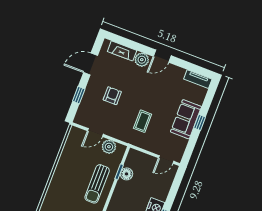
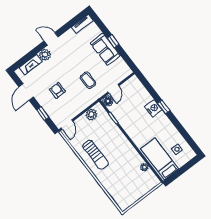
door: (162, 56) -> (51, 39), swing flipped
door: (95, 133) -> (67, 125), moved
door: (166, 160) -> (113, 89), moved
floor lamp: (126, 174) -> (108, 101), moved
sun lounger: (97, 184) -> (96, 155), moved

